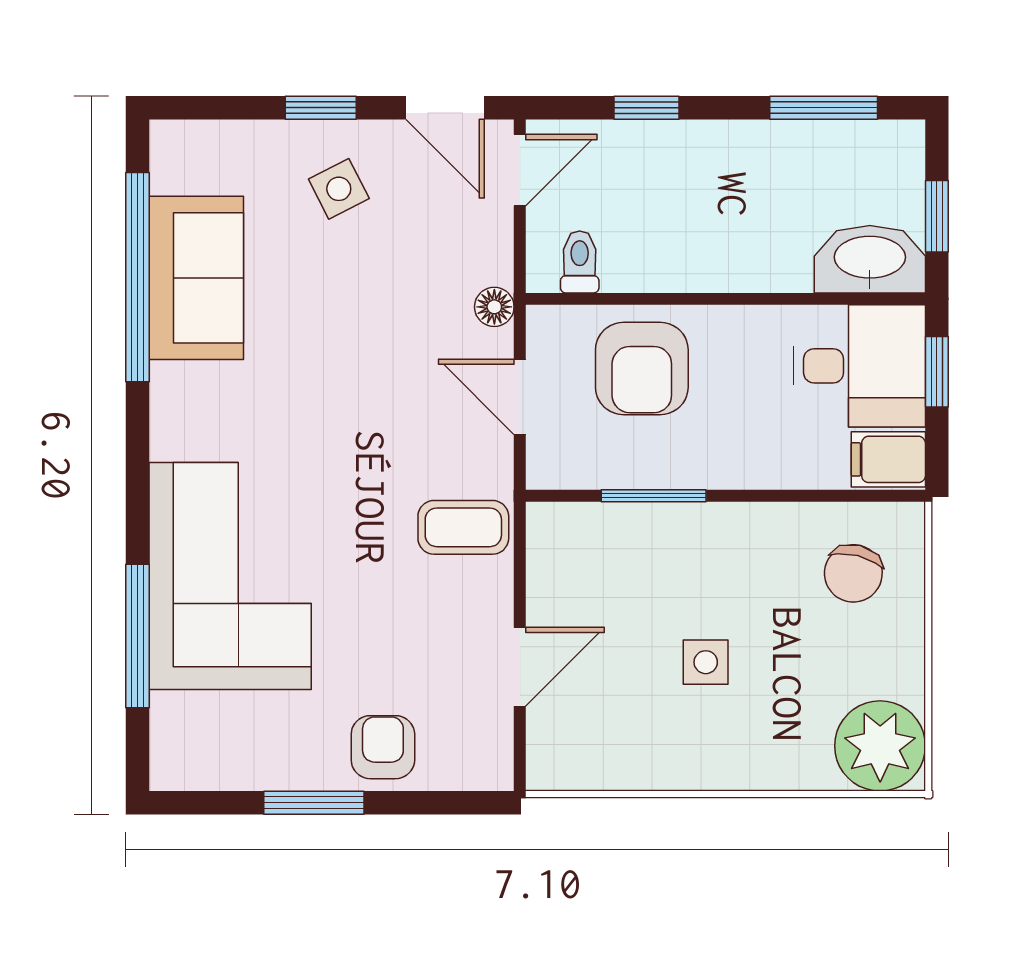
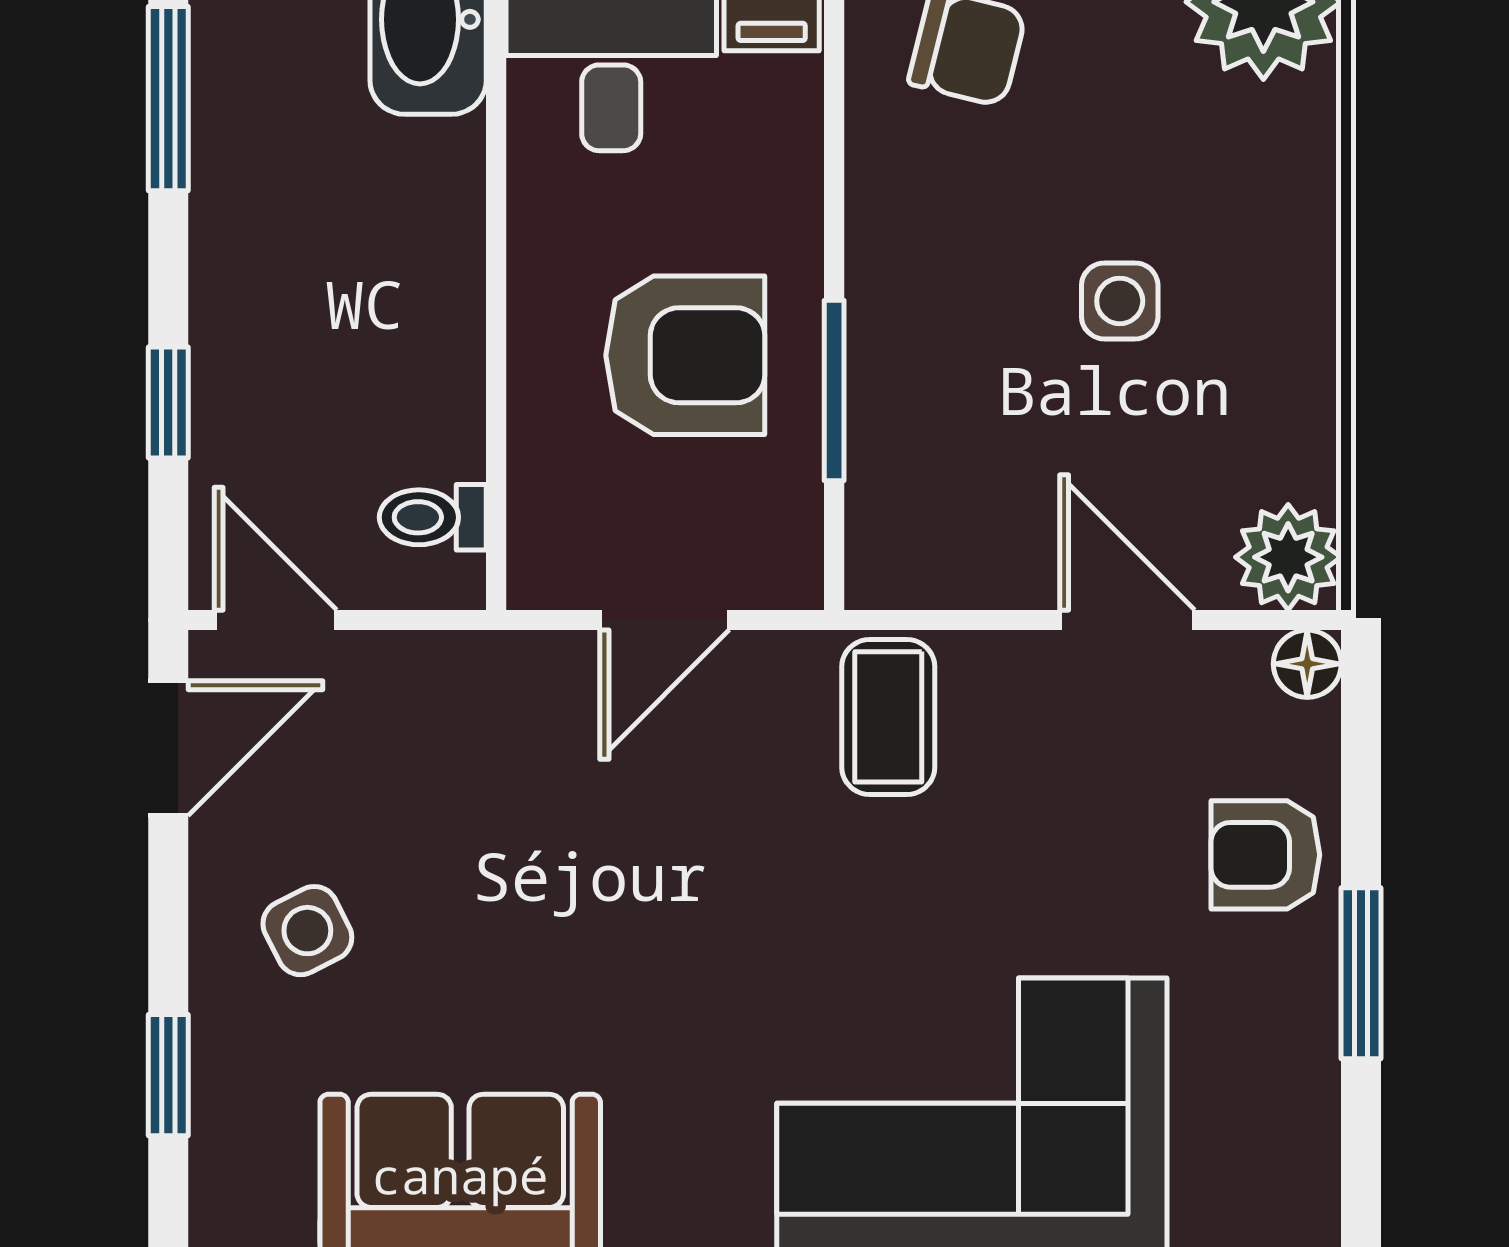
window: (321, 108) -> (168, 1075), moved
floor lamp: (494, 307) -> (1307, 664), moved
armchair: (642, 368) -> (685, 355), moved
plant: (556, 760) -> (1288, 557), added

